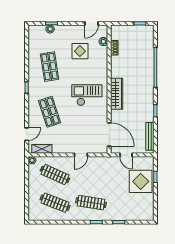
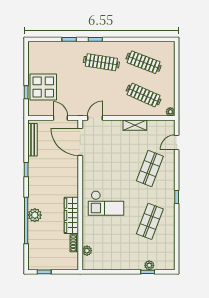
door: (91, 23) -> (101, 272), removed
display table: (80, 51) -> (114, 239), removed
shop shelf: (50, 67) -> (150, 221), turned 30
plant: (148, 72) -> (35, 215), added
wardrobe: (117, 94) -> (71, 215), moved
checkout: (87, 95) -> (106, 203), moved
shop shelf: (50, 112) -> (150, 168), turned 39
shelving: (42, 149) -> (135, 125), moved
door: (81, 155) -> (95, 118), moved

